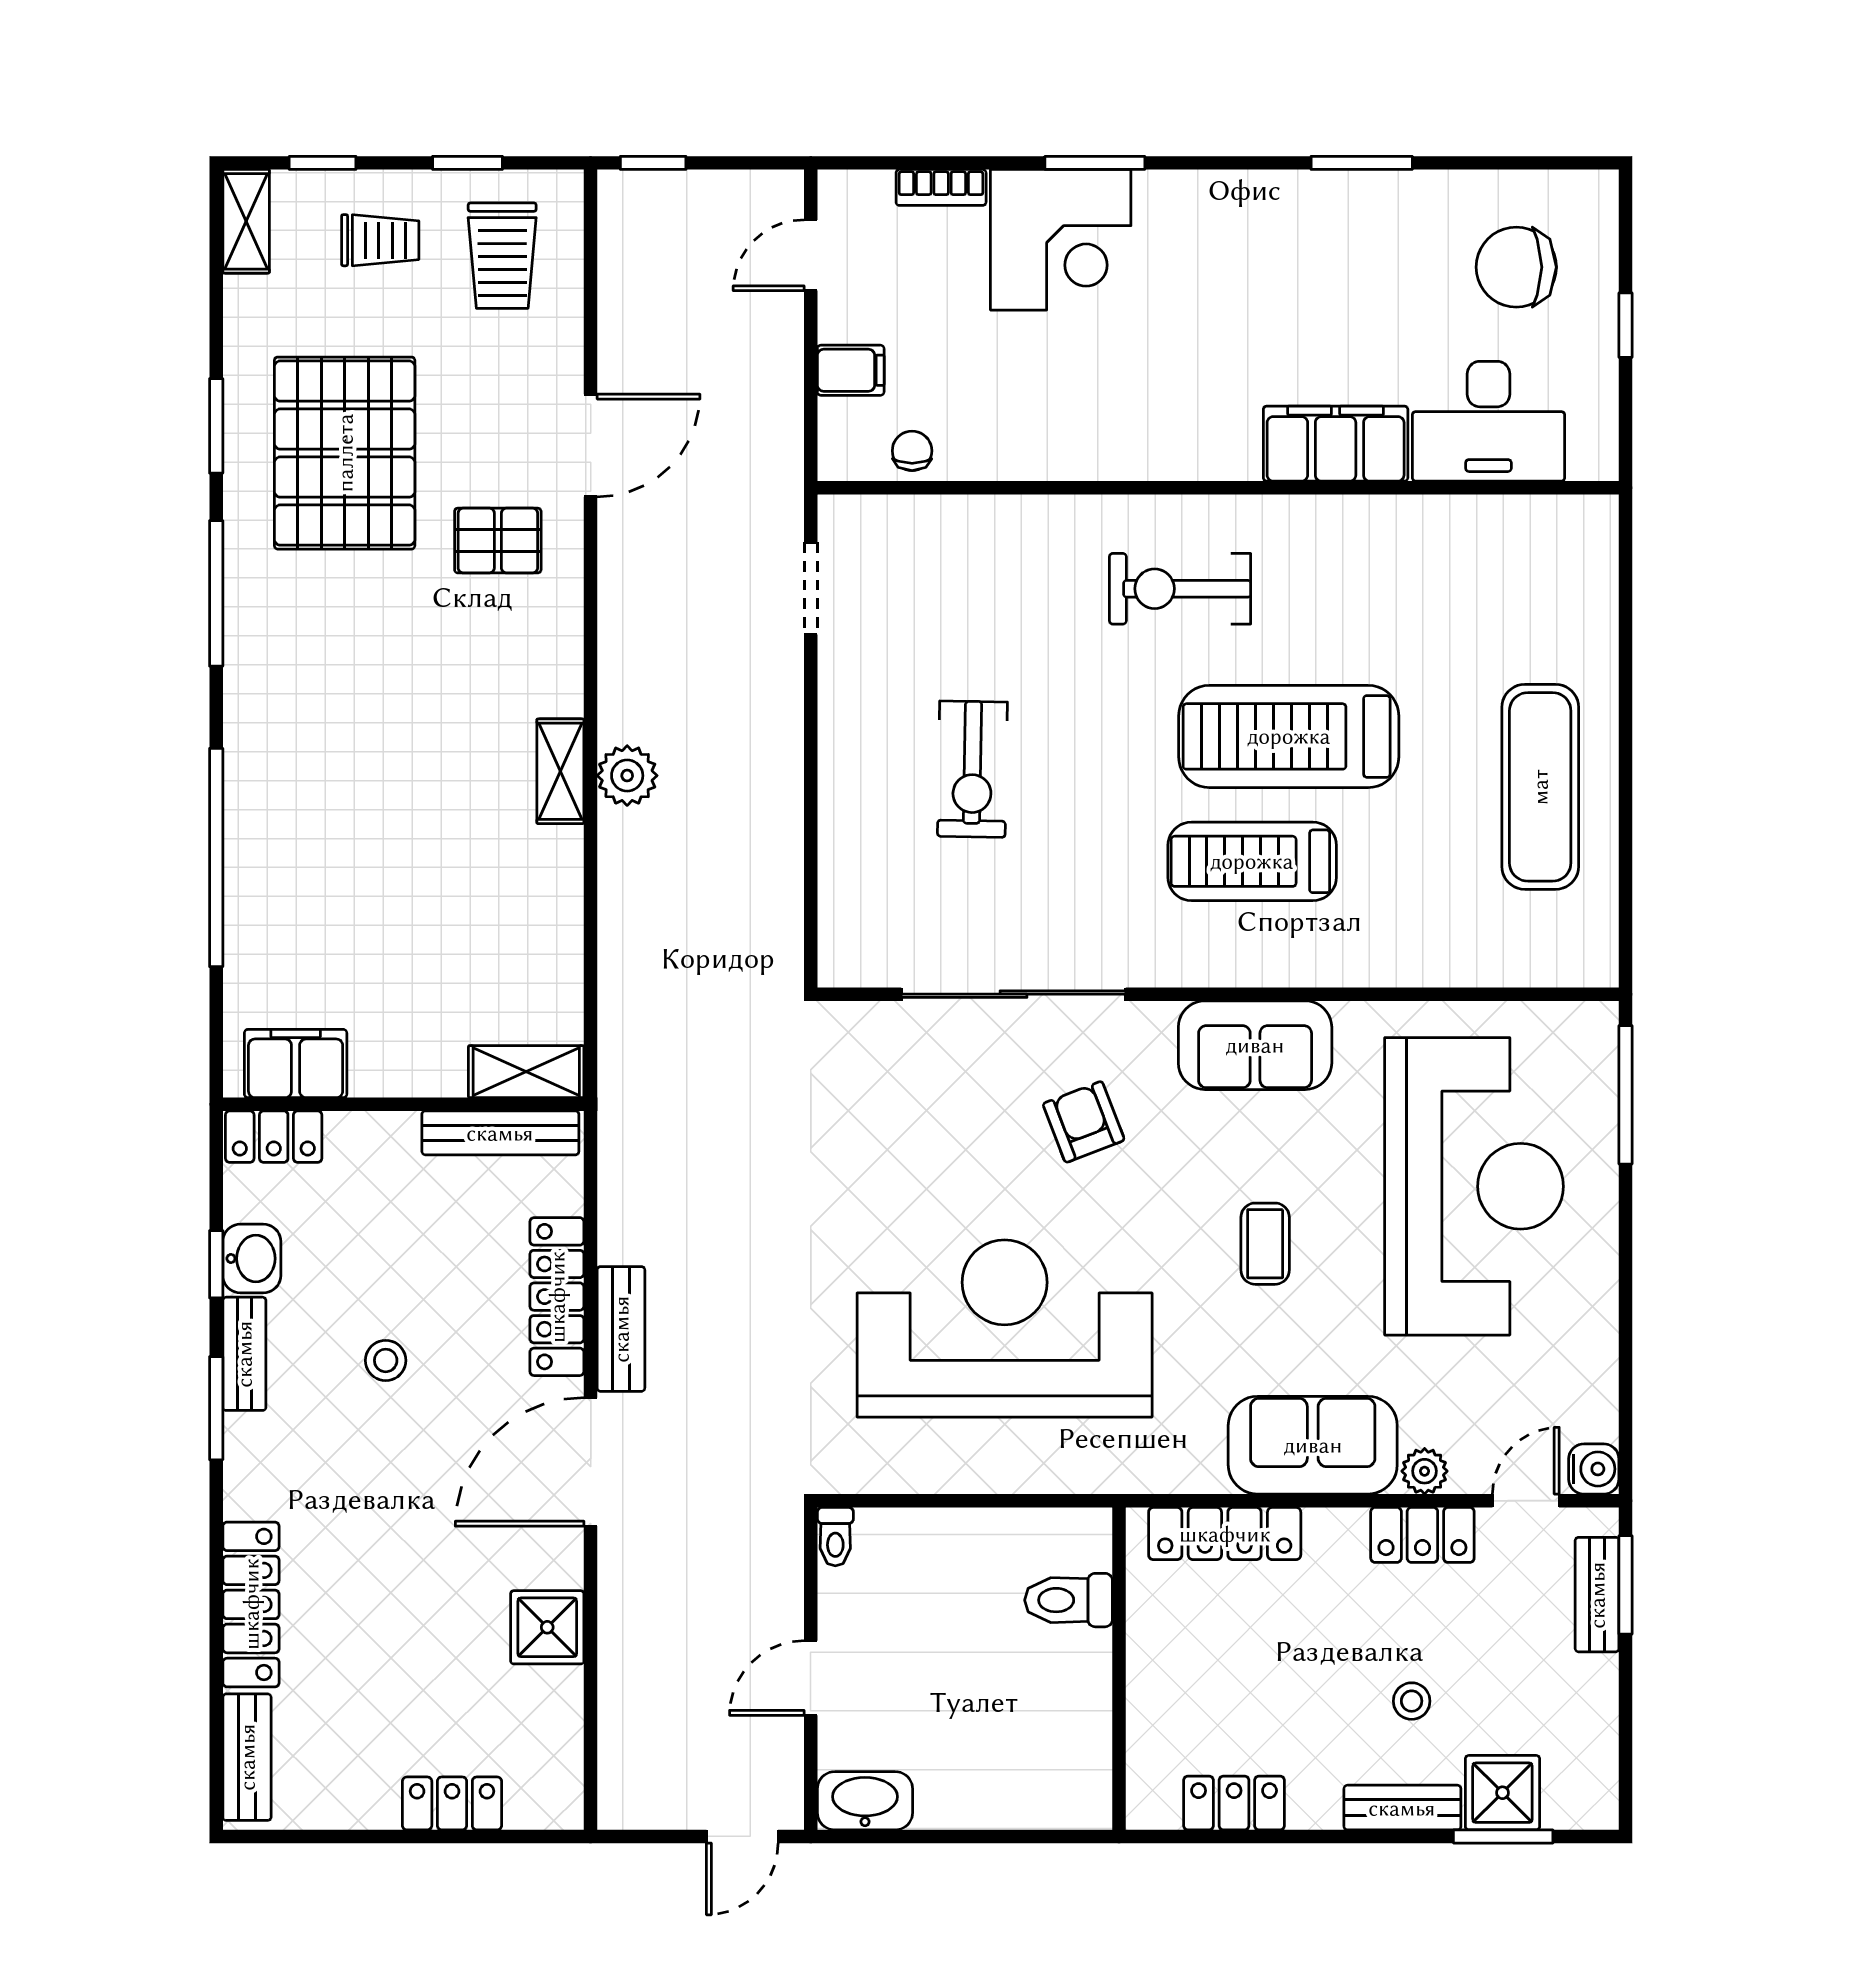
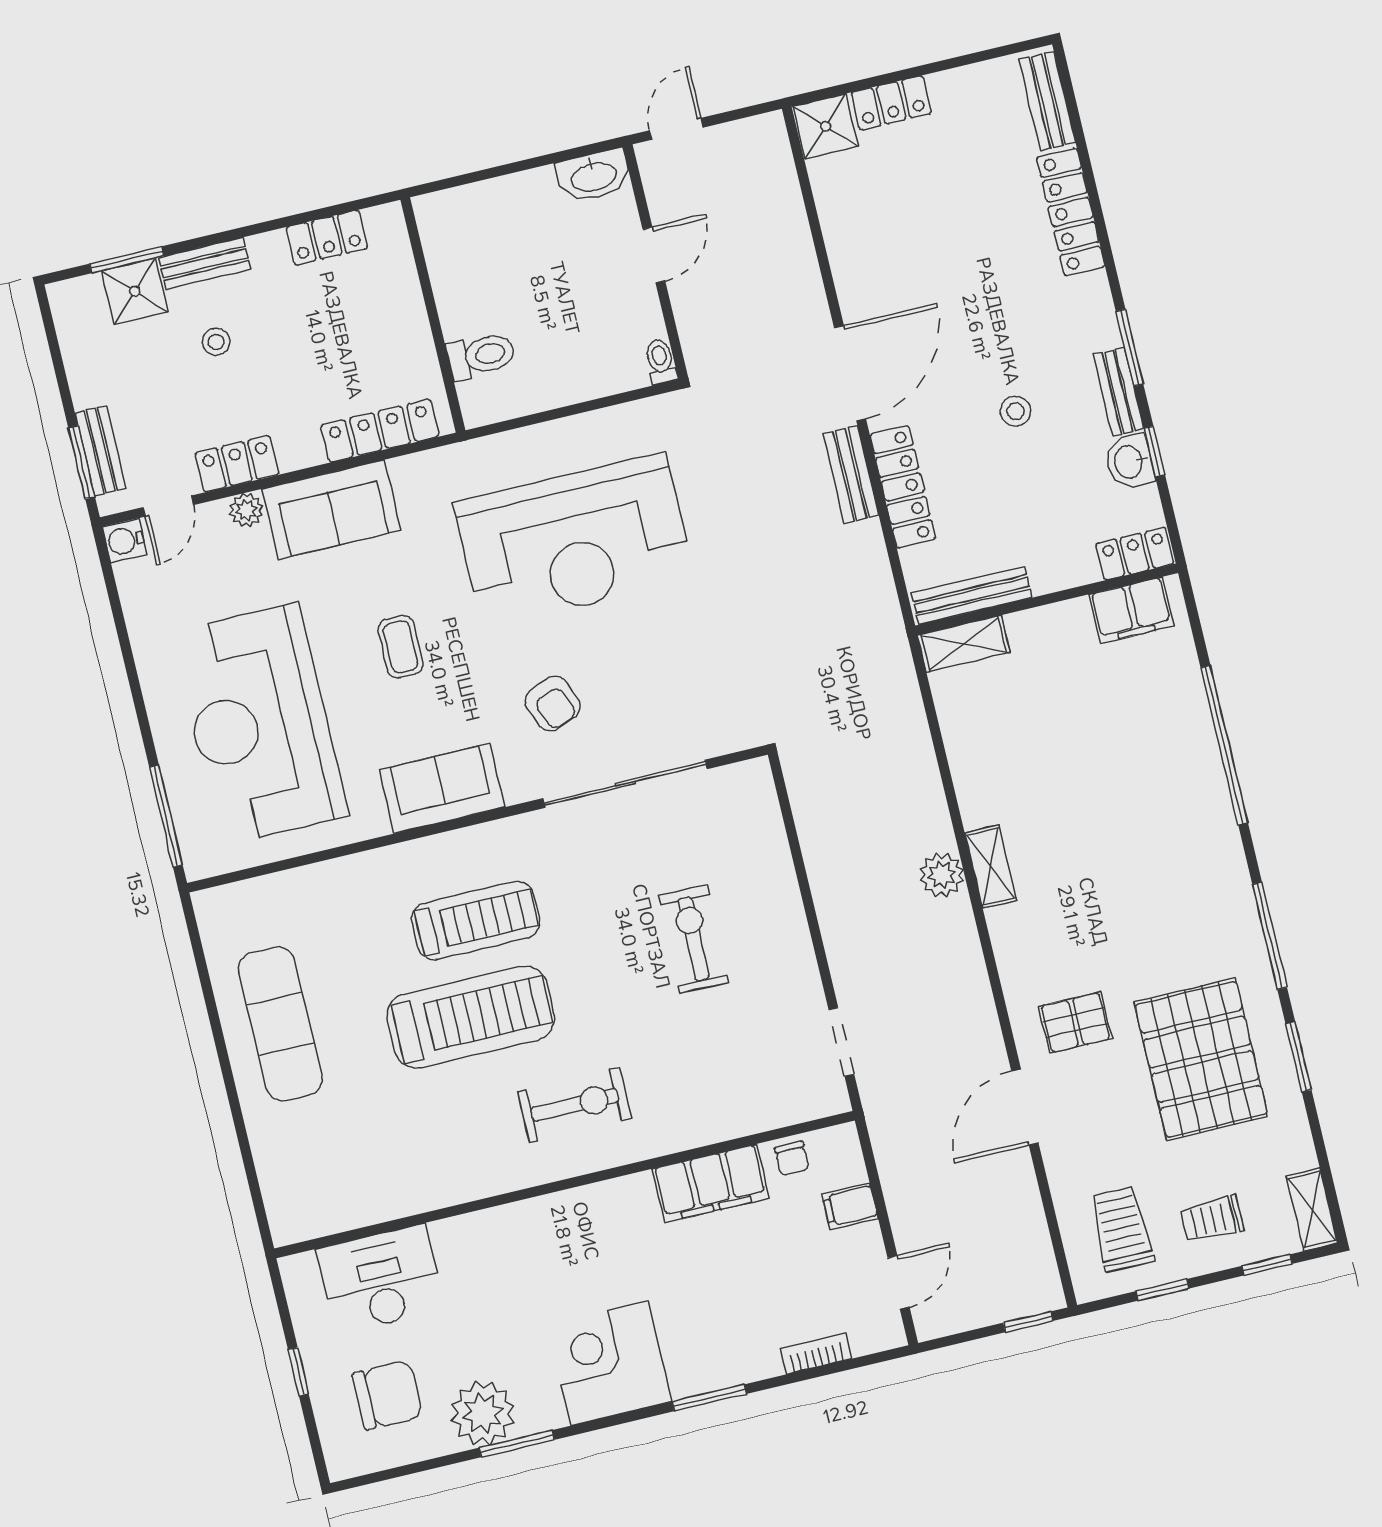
plant: (1397, 213) -> (483, 1413), added
corner desk: (1061, 240) -> (609, 1363), moved
filing cabinet: (1336, 444) -> (711, 1183), moved
shower: (547, 1627) -> (826, 126), moved

